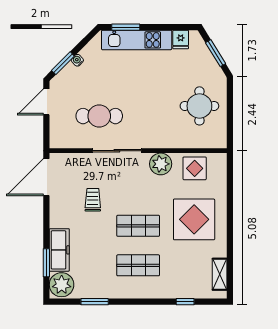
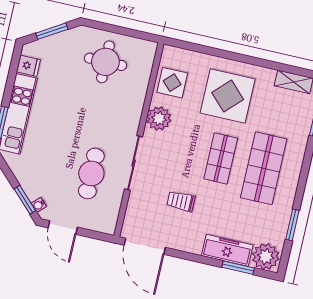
water cooler: (77, 60) -> (39, 205), moved
shop shelf: (138, 265) -> (264, 168), width x1.43, depth x1.36

